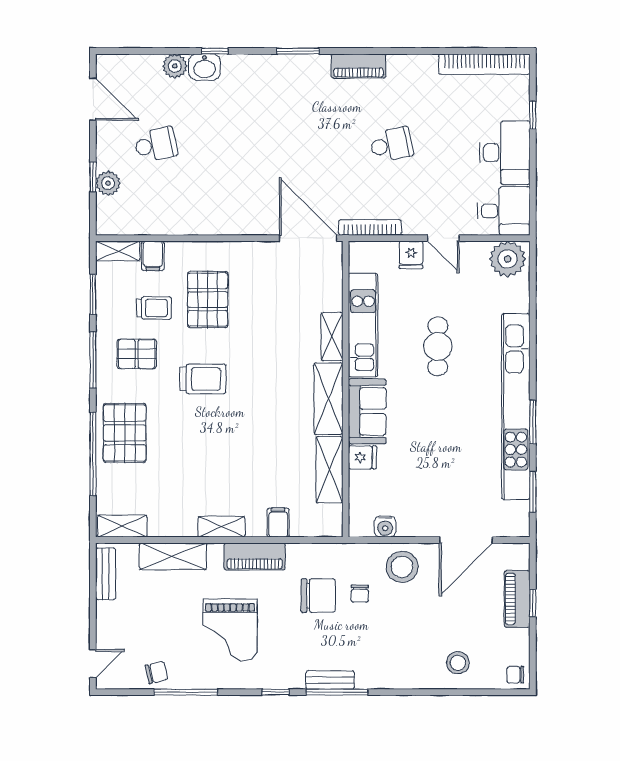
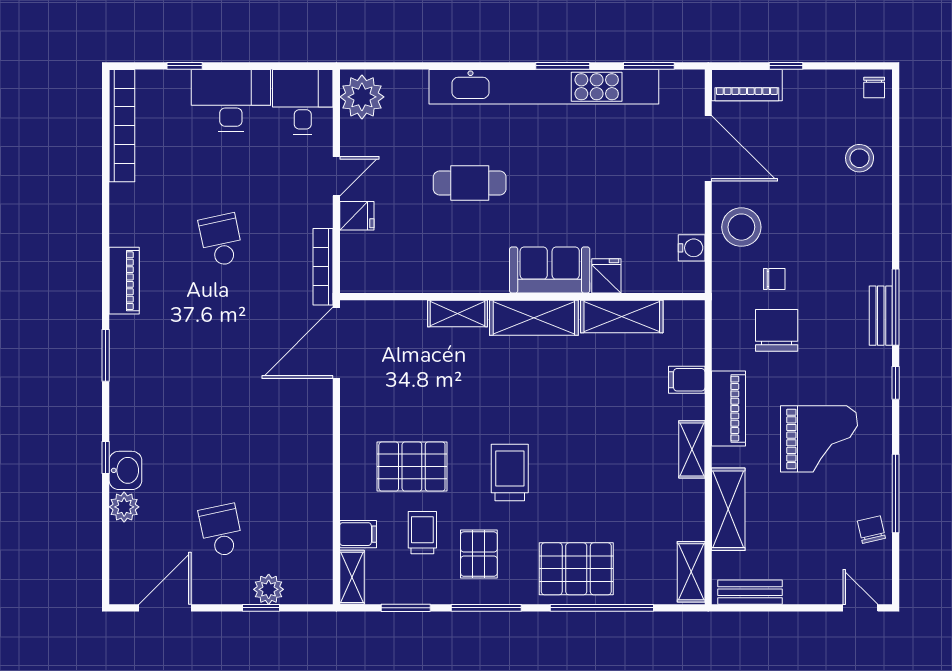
kitchen unit: (363, 325) -> (443, 275), removed
piano: (517, 599) -> (747, 85), moved

